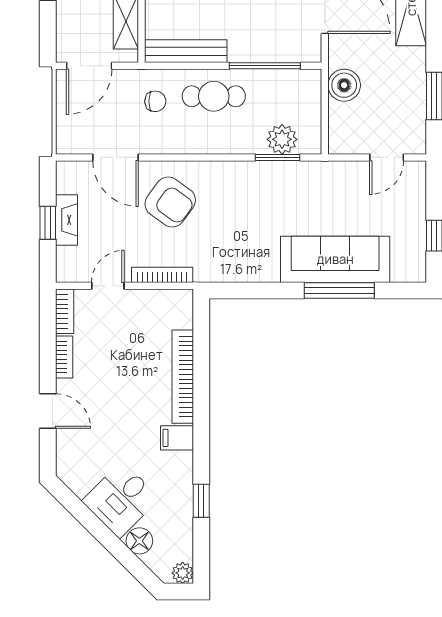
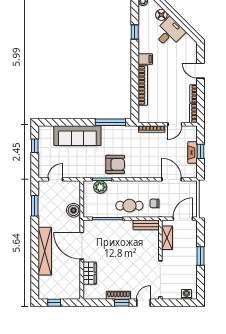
bench: (186, 51) -> (146, 225), width x0.73
armchair: (170, 202) -> (115, 164), moved, turned 144
window: (339, 290) -> (110, 122), moved

